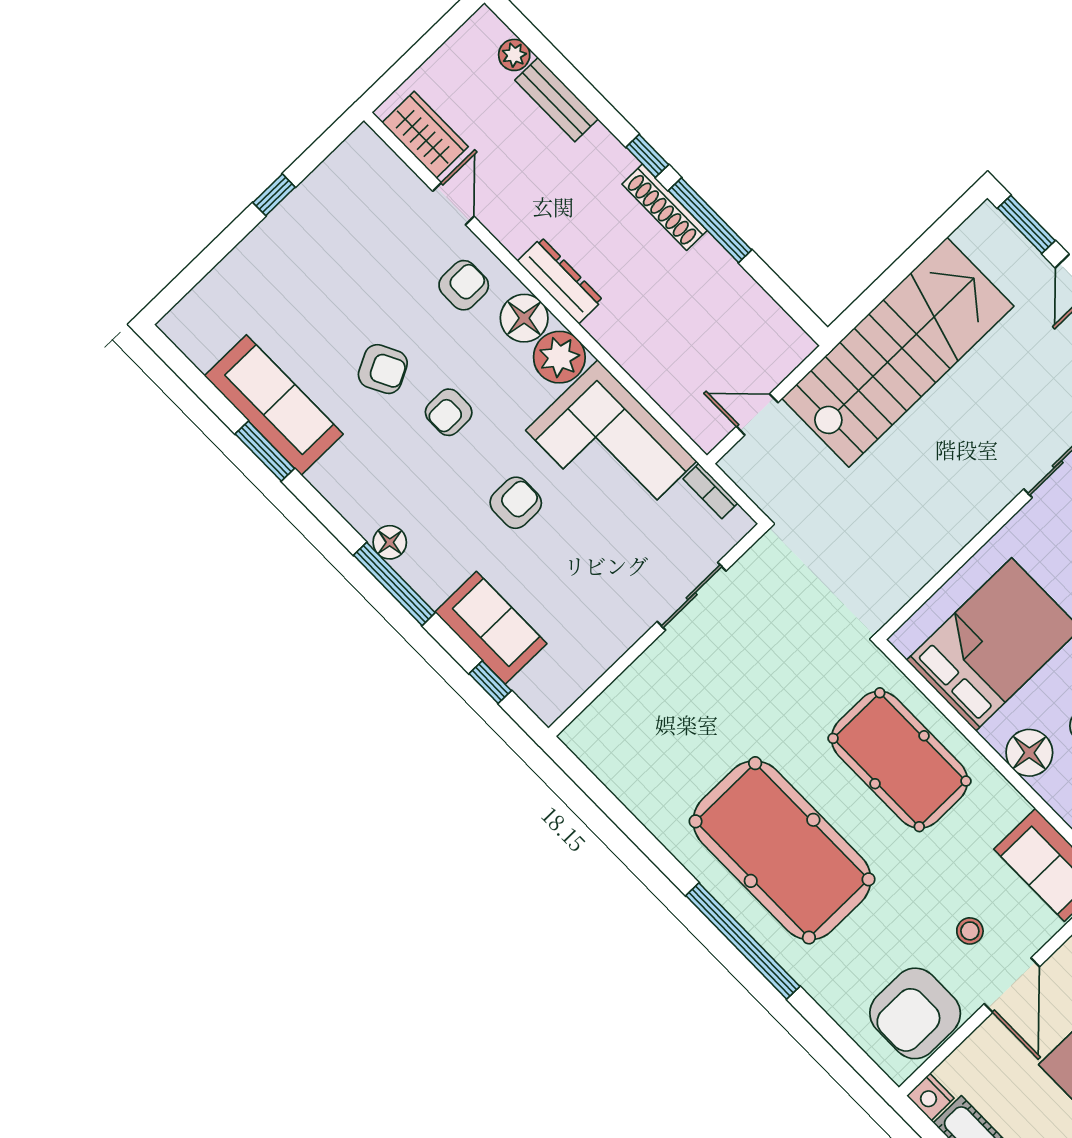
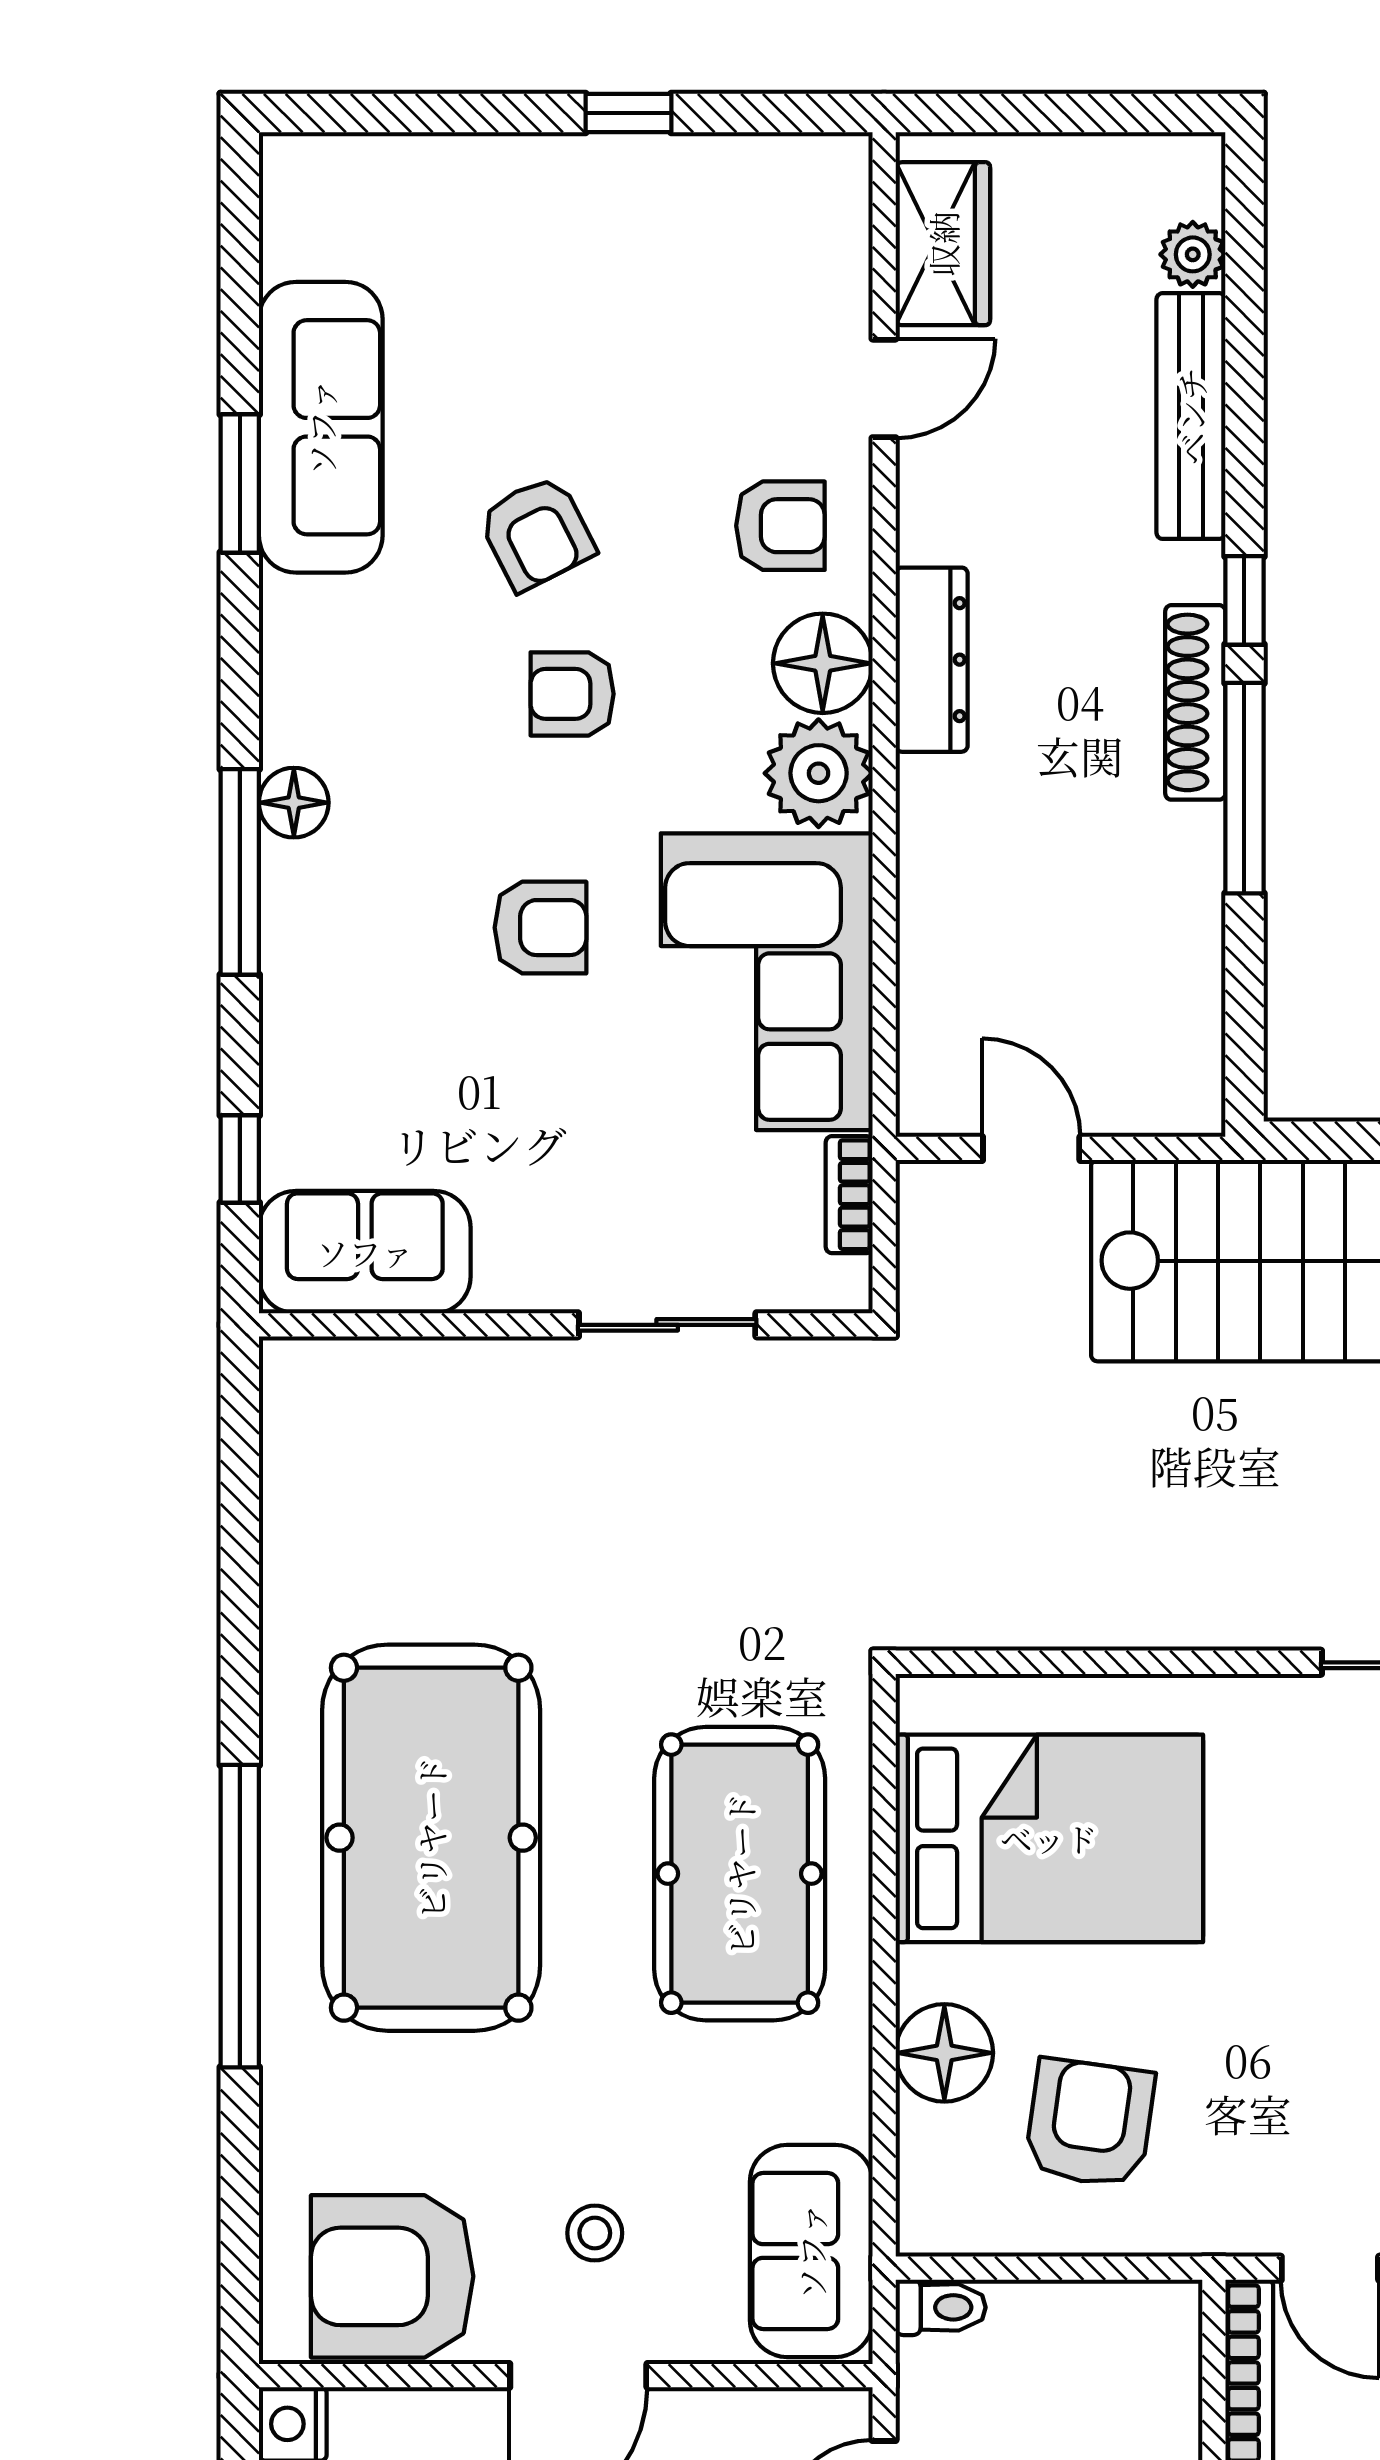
bench: (557, 100) -> (1191, 416), width x1.36
sofa: (491, 628) -> (365, 1252), moved, turned -90

